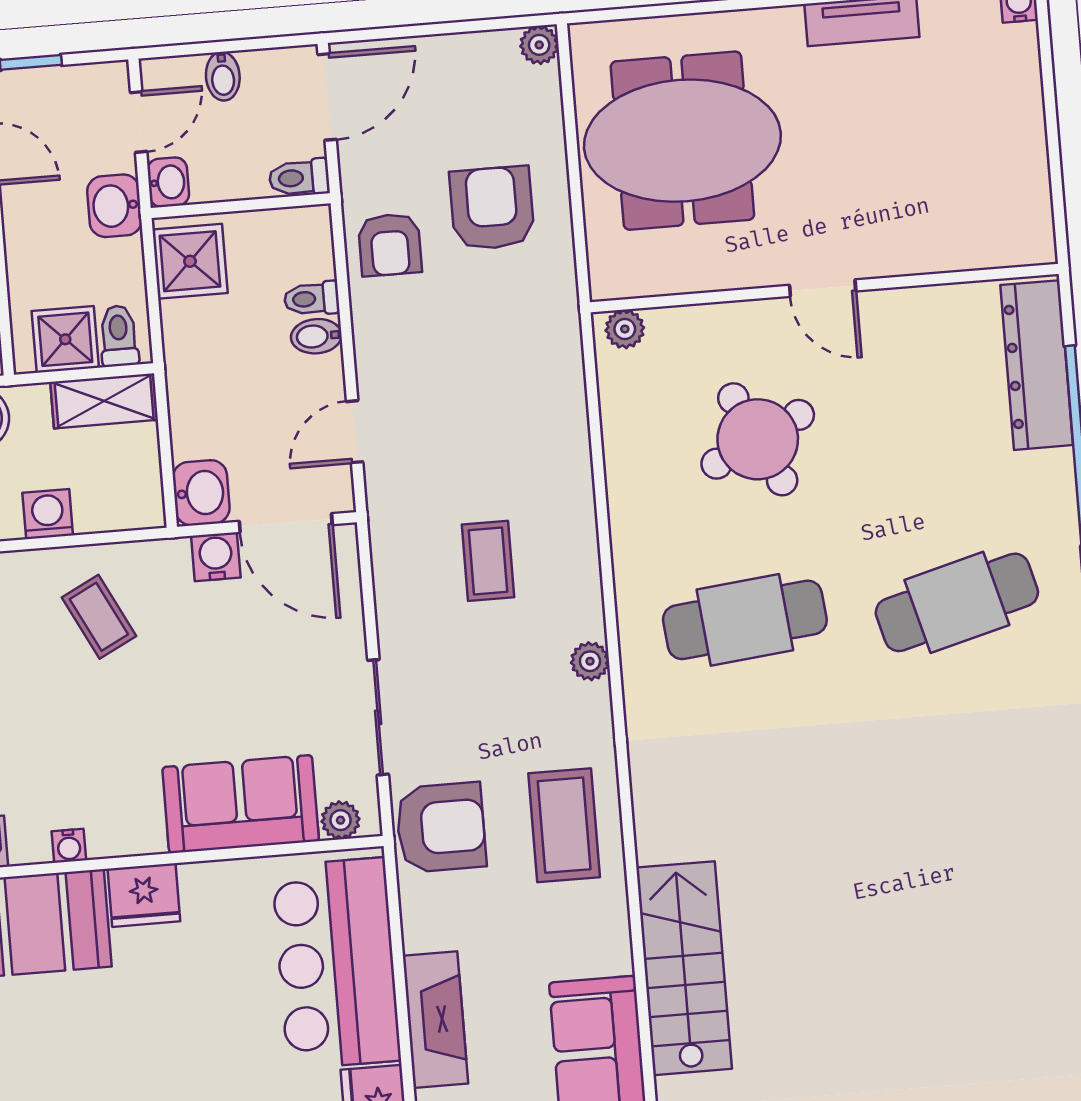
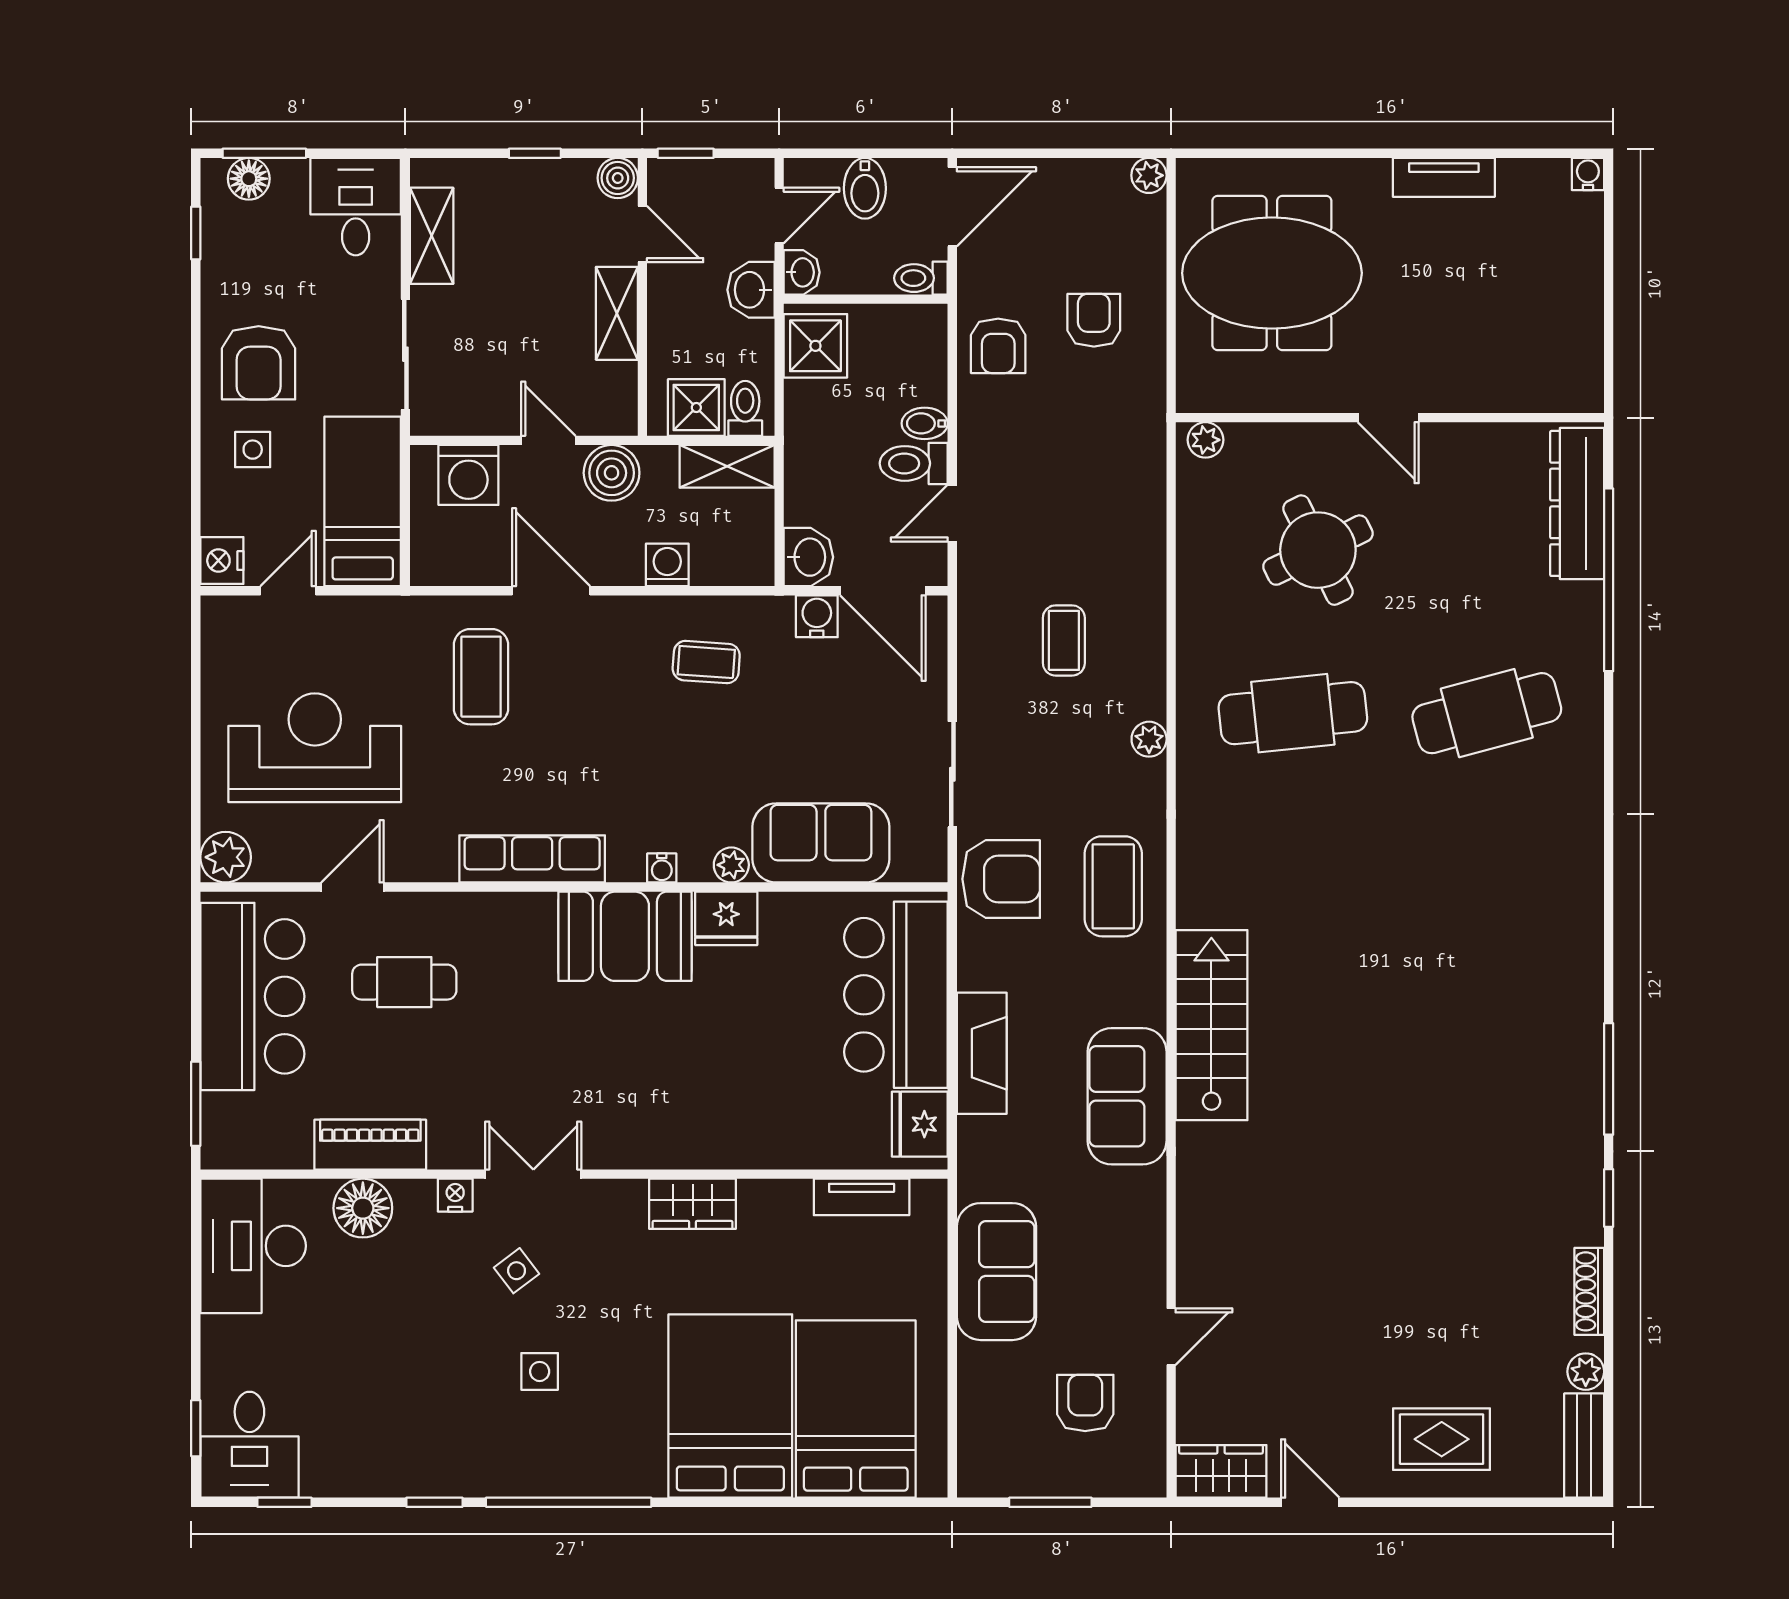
bidet: (223, 76) -> (865, 188), width x1.38, depth x1.36
armchair: (492, 208) -> (1094, 320), width x0.72, depth x0.72
toilet: (312, 299) -> (914, 463), moved, width x1.37, depth x1.39
coffee table: (99, 617) -> (706, 662), turned -59
plant: (341, 820) -> (731, 865), moved

